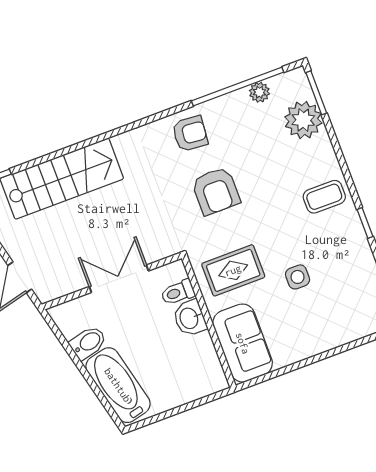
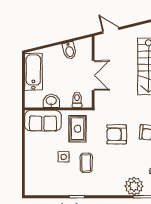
coffee table: (324, 197) -> (86, 163), moved
washbasin: (190, 318) -> (51, 101), moved
bathtub: (118, 385) -> (33, 72), moved, turned -76

